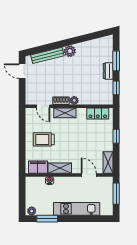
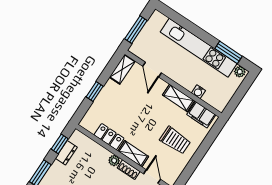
dresser: (108, 71) -> (66, 153), moved
locker: (98, 114) -> (109, 137), moved
kitchen unit: (77, 209) -> (199, 48), width x1.36

